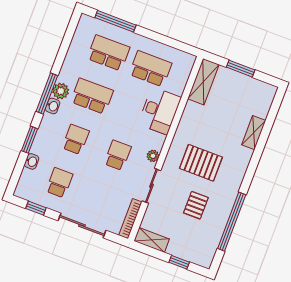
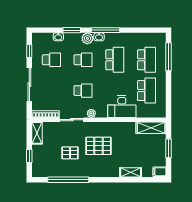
plant: (61, 91) -> (87, 38), moved
filing cabinet: (268, 93) -> (160, 172), added
pallet: (201, 163) -> (99, 146), turned 90

